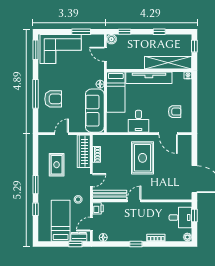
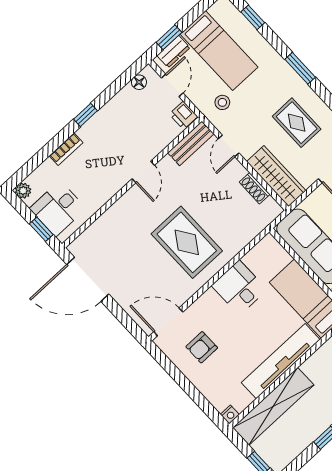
door: (168, 134) -> (168, 322), moved
bench: (110, 195) -> (191, 143), width x0.73
window: (36, 209) -> (253, 17), moved

